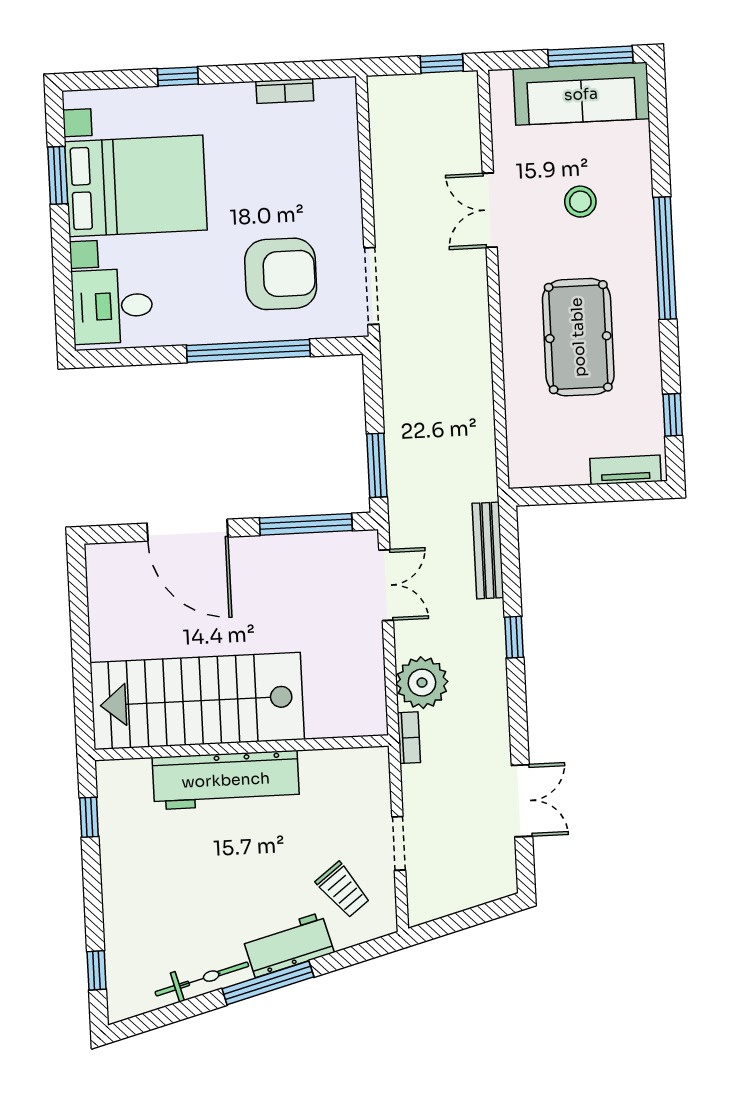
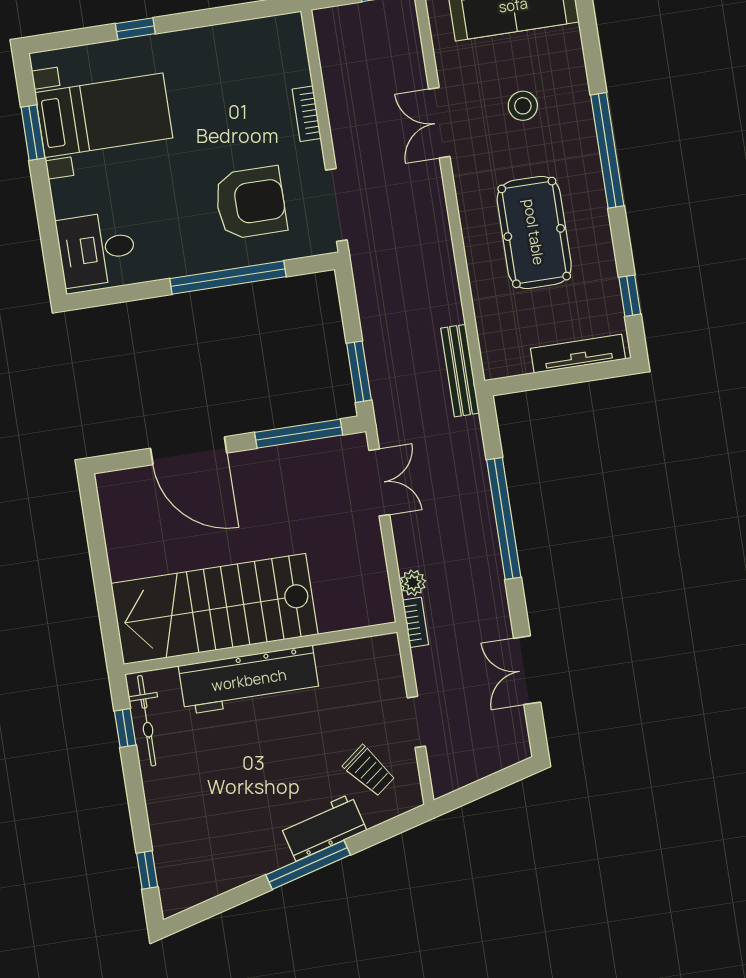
bookcase: (285, 91) -> (307, 114), moved, turned 90
bed with nightstands: (136, 186) -> (104, 115), width x0.73
tv unit: (626, 470) -> (578, 354), width x1.41
bench: (488, 550) -> (460, 371), moved
window: (514, 637) -> (504, 519), width x3.17
plant: (422, 683) -> (413, 583), width x0.53, depth x0.53
double door: (522, 801) -> (527, 670), swing flipped
bicycle: (202, 979) -> (147, 721), moved, turned 105

